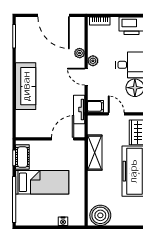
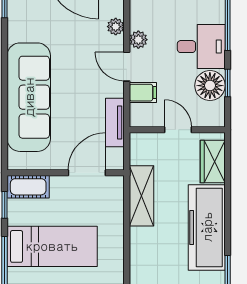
sofa: (26, 86) -> (29, 97), width x1.36, depth x1.27
filing cabinet: (96, 106) -> (143, 93), moved
cot: (22, 157) -> (28, 187), moved, turned 90

